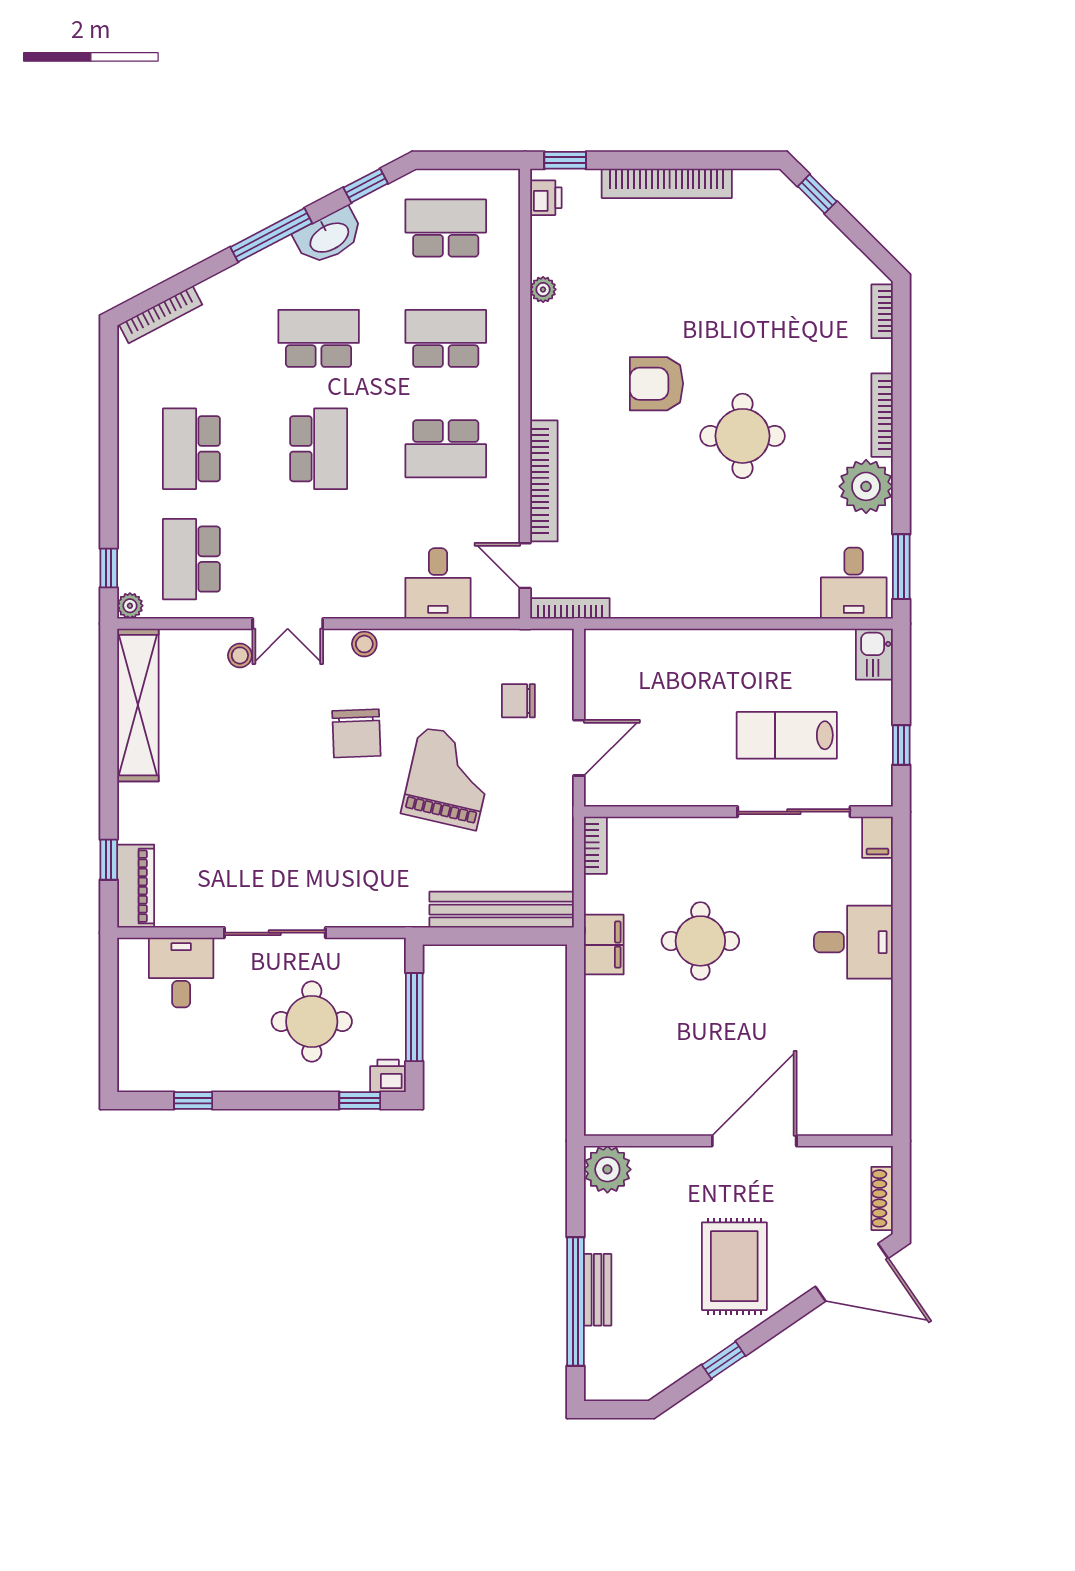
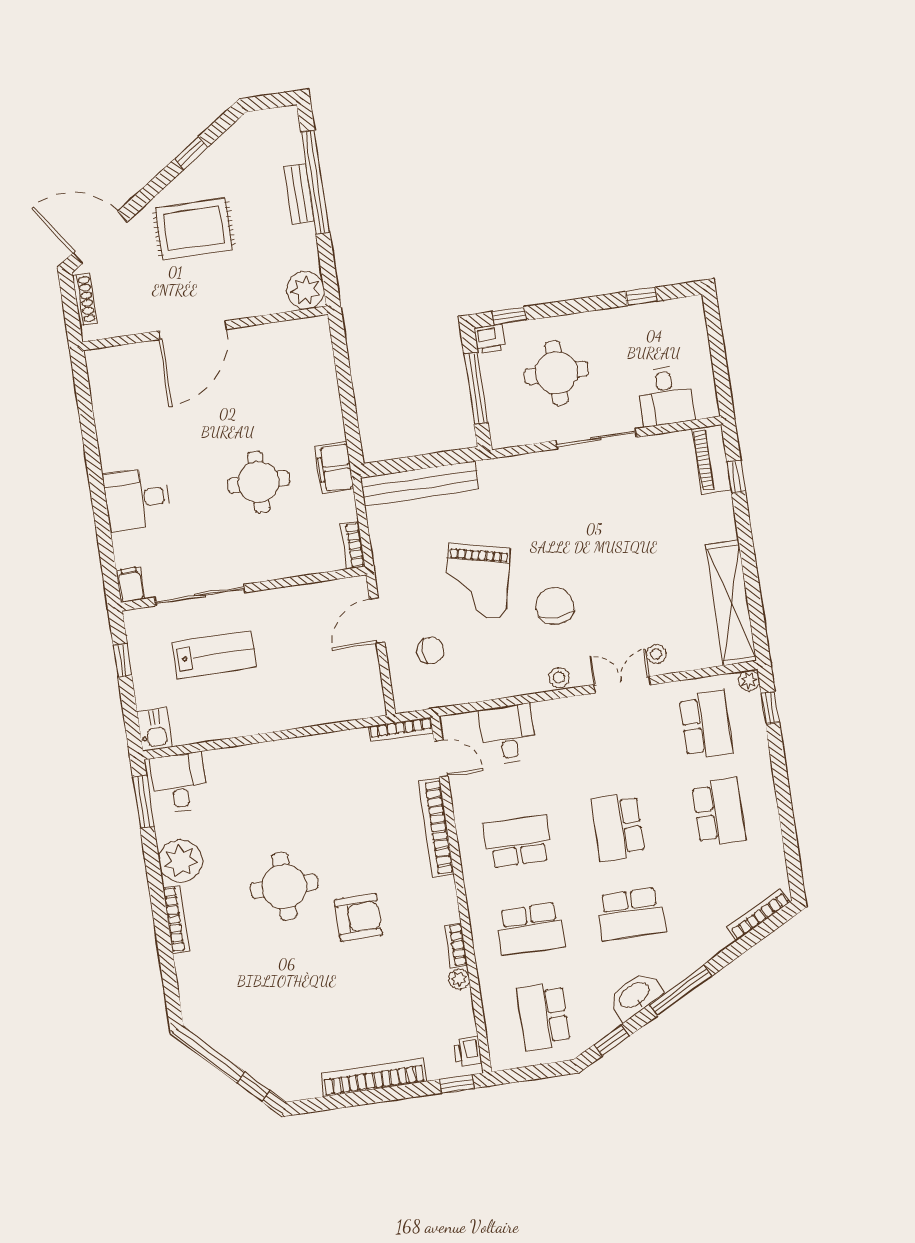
school desk: (446, 228) -> (543, 1016), turned 90
bookcase: (882, 311) -> (456, 945), moved, turned 180
rug: (734, 1266) -> (194, 229), turned 90

